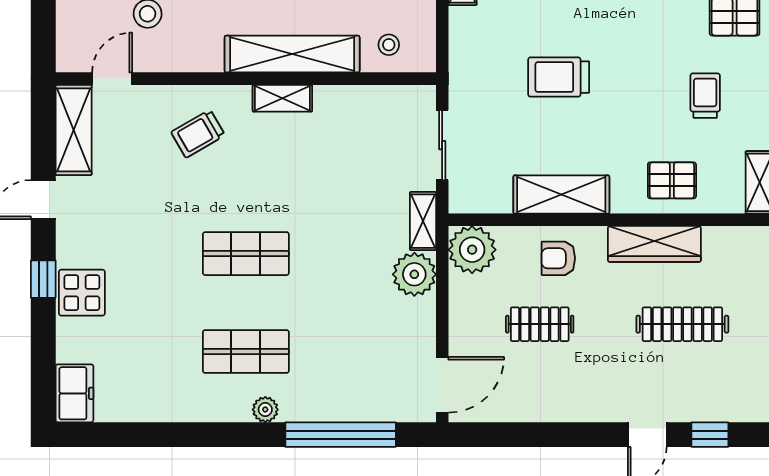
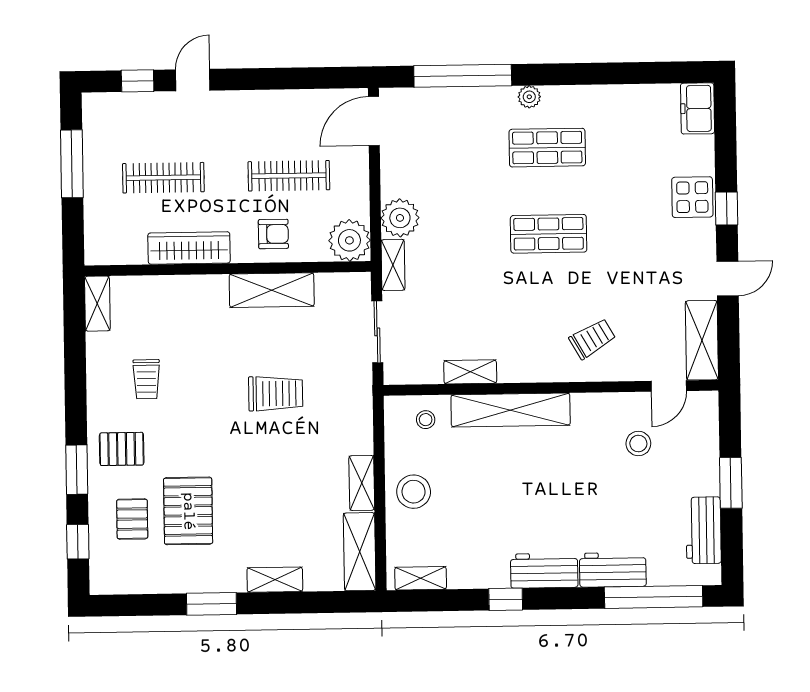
shelving: (282, 98) -> (470, 372), moved
pallet: (672, 180) -> (175, 304), removed
clothes rail: (540, 324) -> (289, 176), width x1.36

